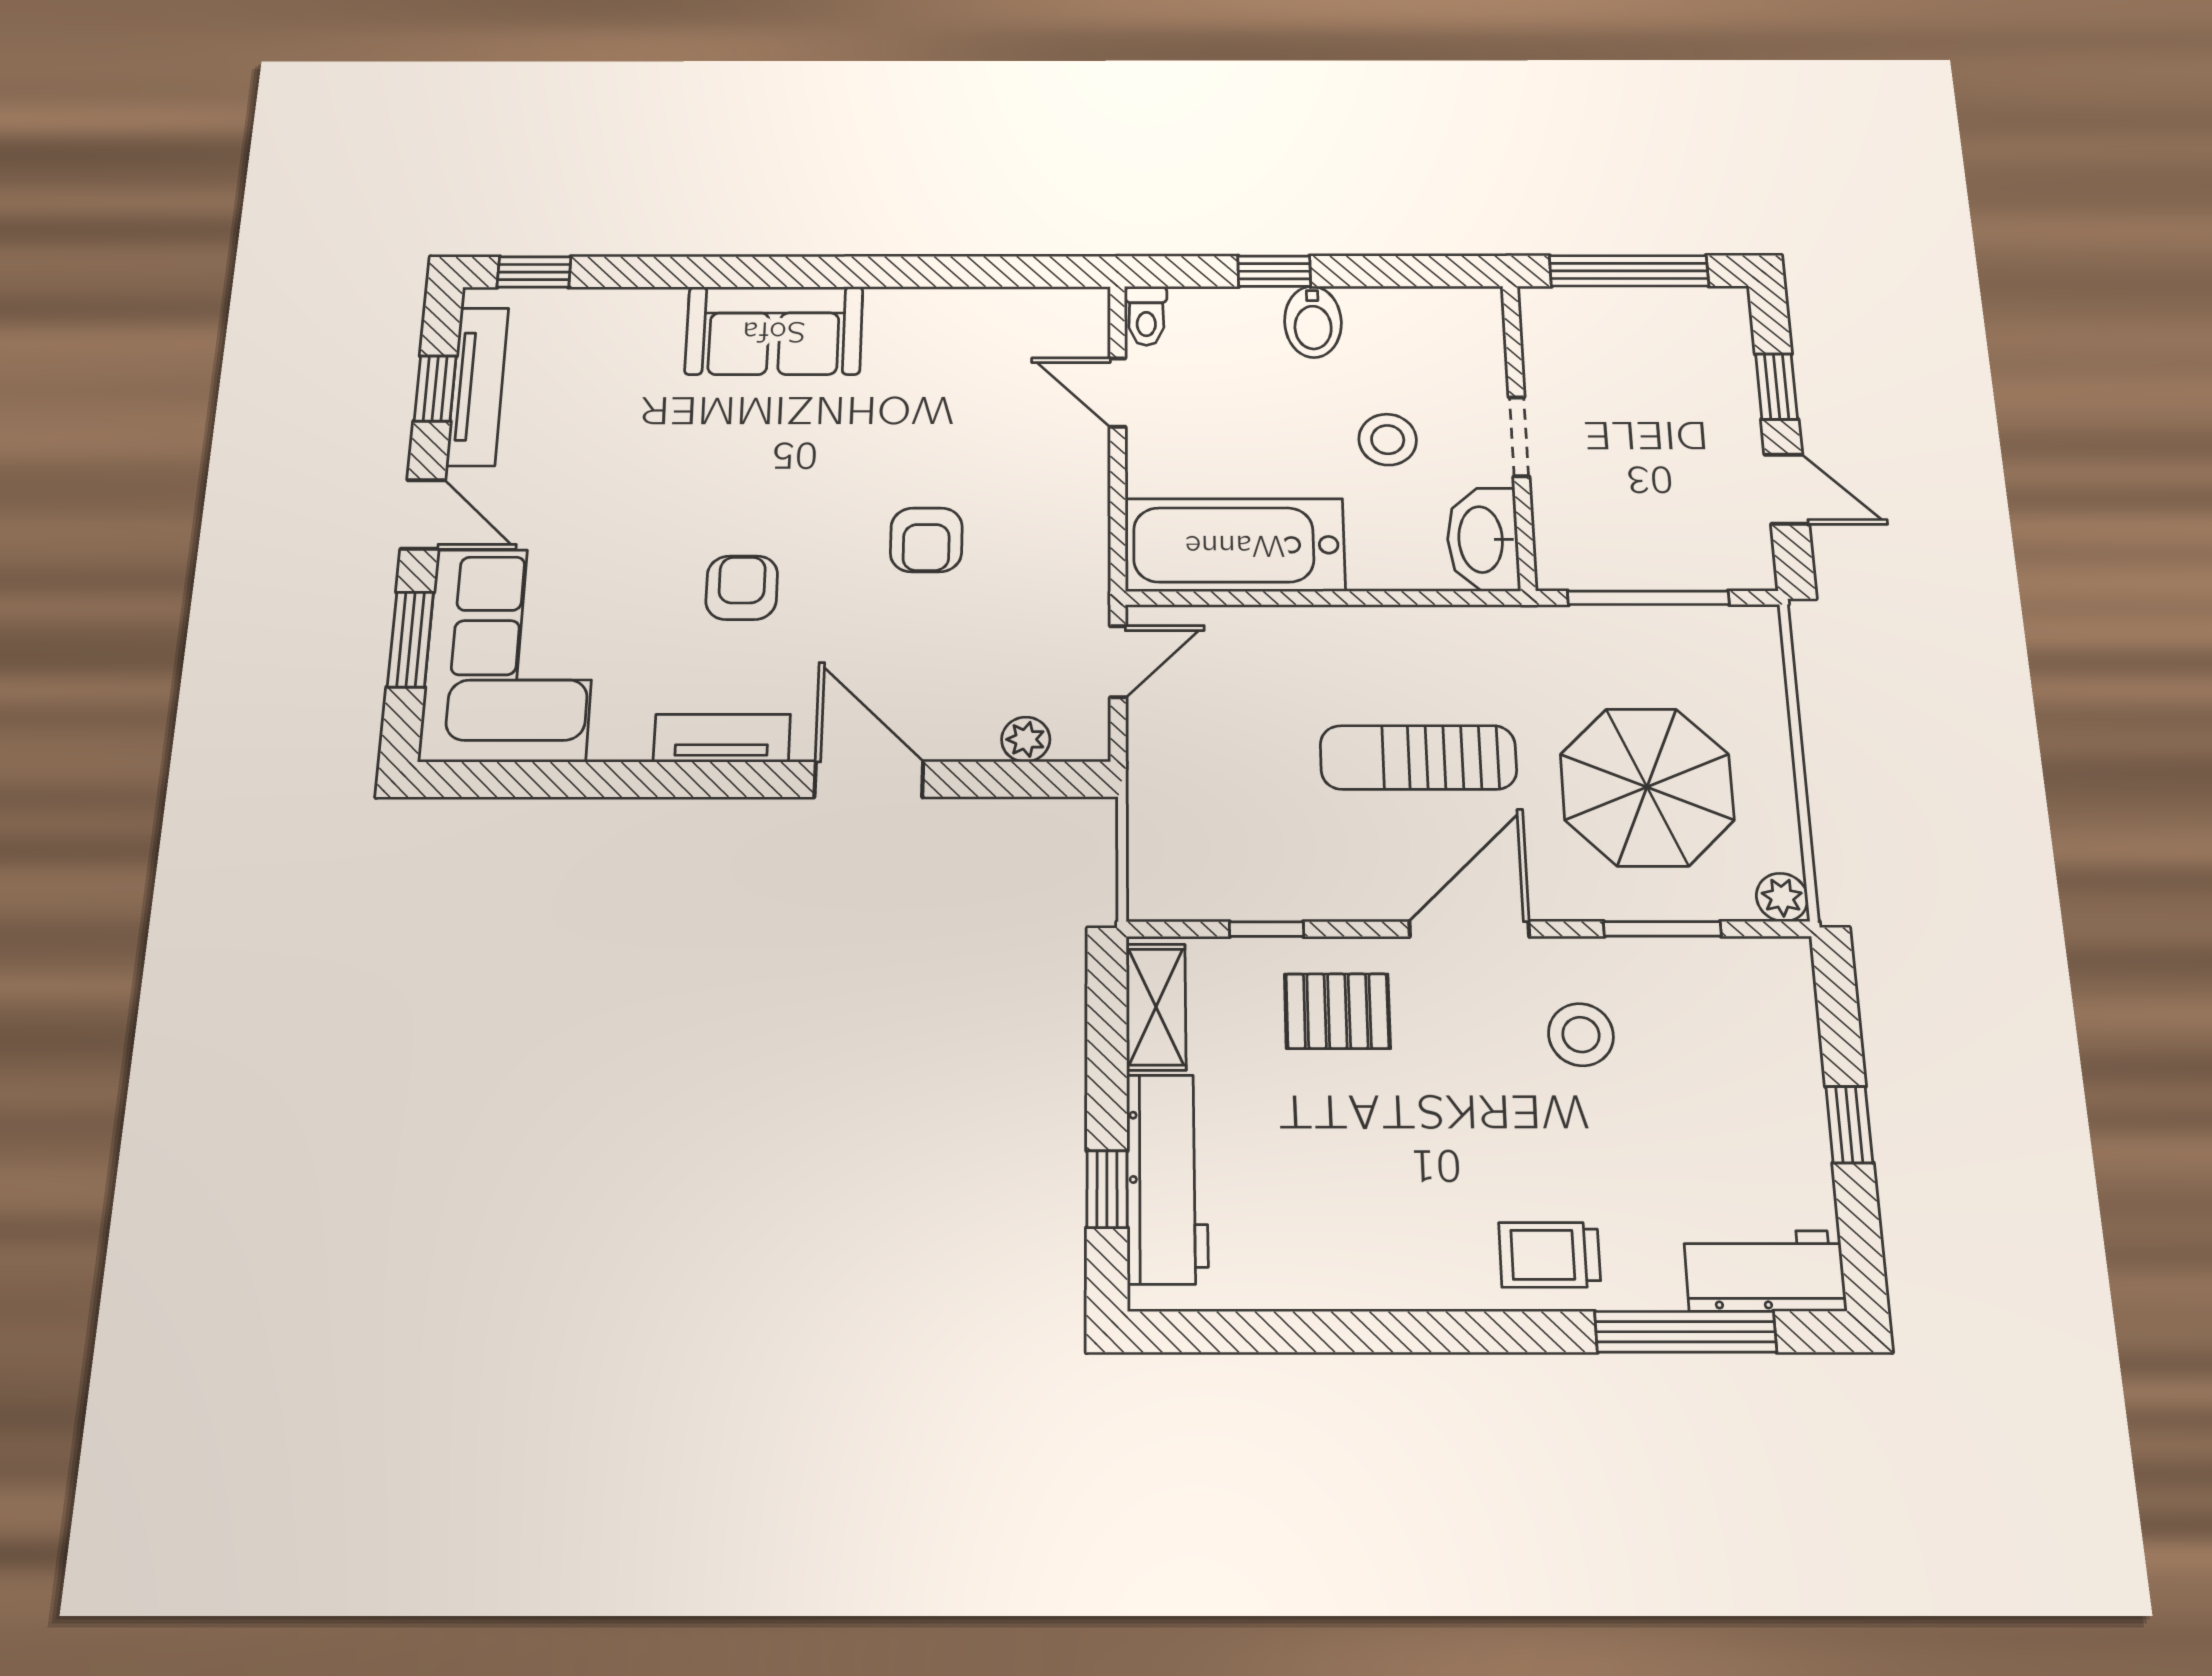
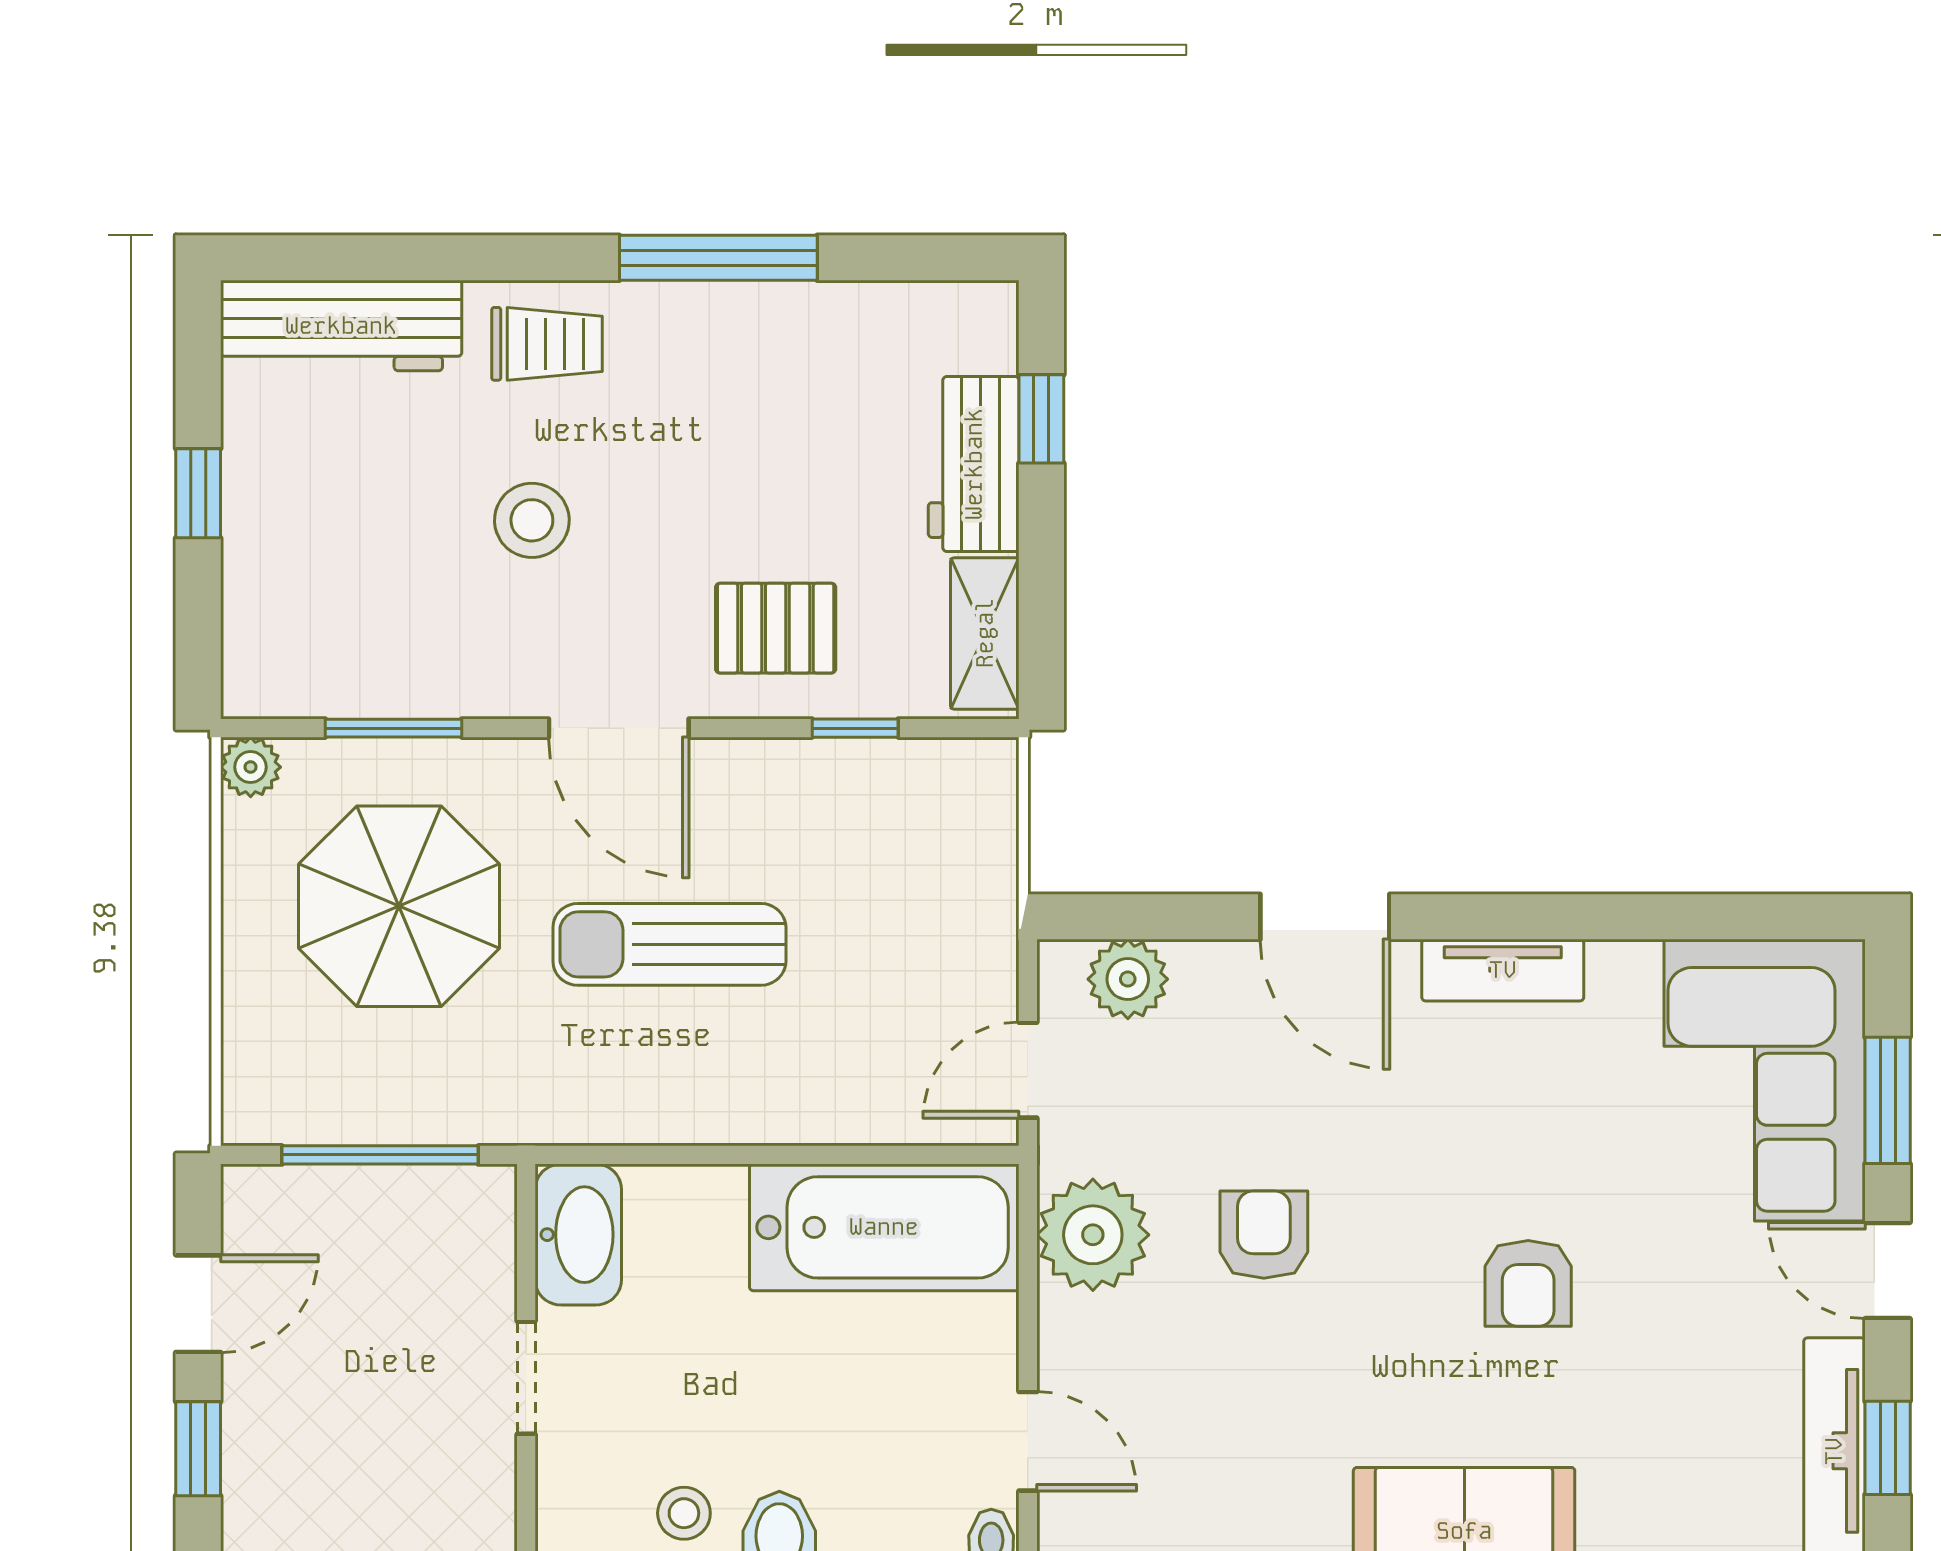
stool: (1388, 440) -> (684, 1513), moved, width x0.73, depth x0.73
door: (1787, 489) -> (198, 1304), swing flipped
plant: (1065, 540) -> (1093, 1235), added
armchair: (742, 588) -> (1528, 1283), moved
plant: (1026, 739) -> (1128, 979), width x1.38, depth x1.38
sun lounger: (1418, 757) -> (669, 944), turned 180
door: (1469, 929) -> (619, 728), hinge flipped
stool: (1581, 1035) -> (532, 520), moved
workbench: (1167, 1178) -> (974, 464), width x0.73
workbench: (1765, 1271) -> (341, 326), width x1.38
window: (1686, 1332) -> (718, 258), moved

